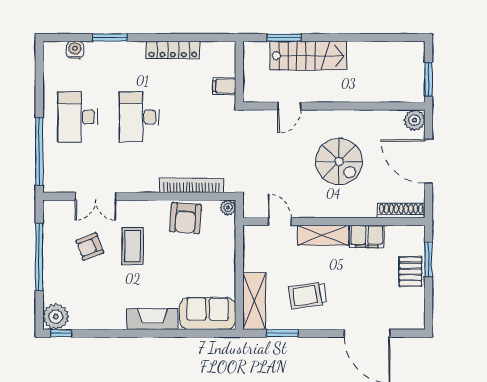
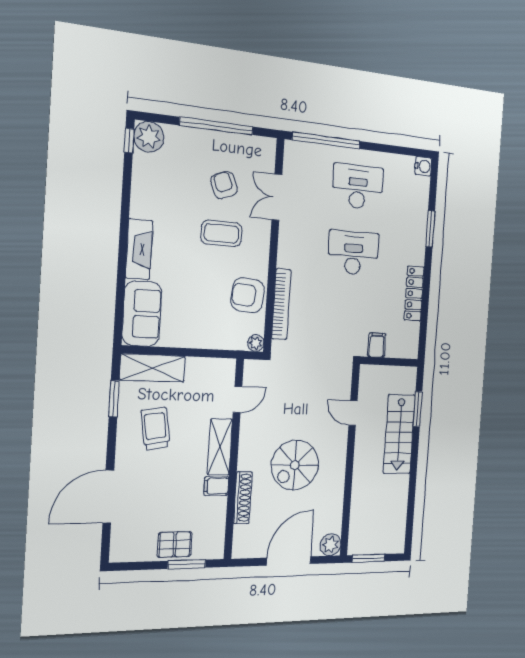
water cooler: (75, 50) -> (423, 166), moved
shoe rack: (401, 210) -> (243, 498), moved
filing cabinet: (367, 236) -> (216, 486), width x0.50

